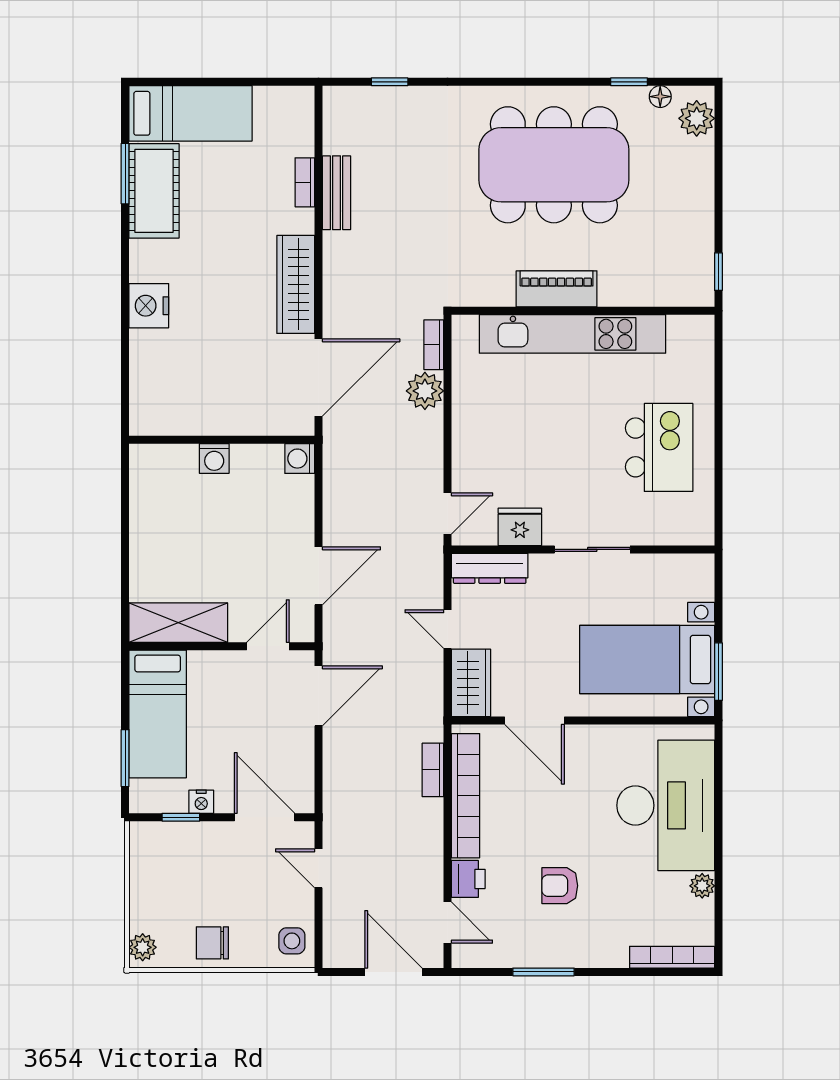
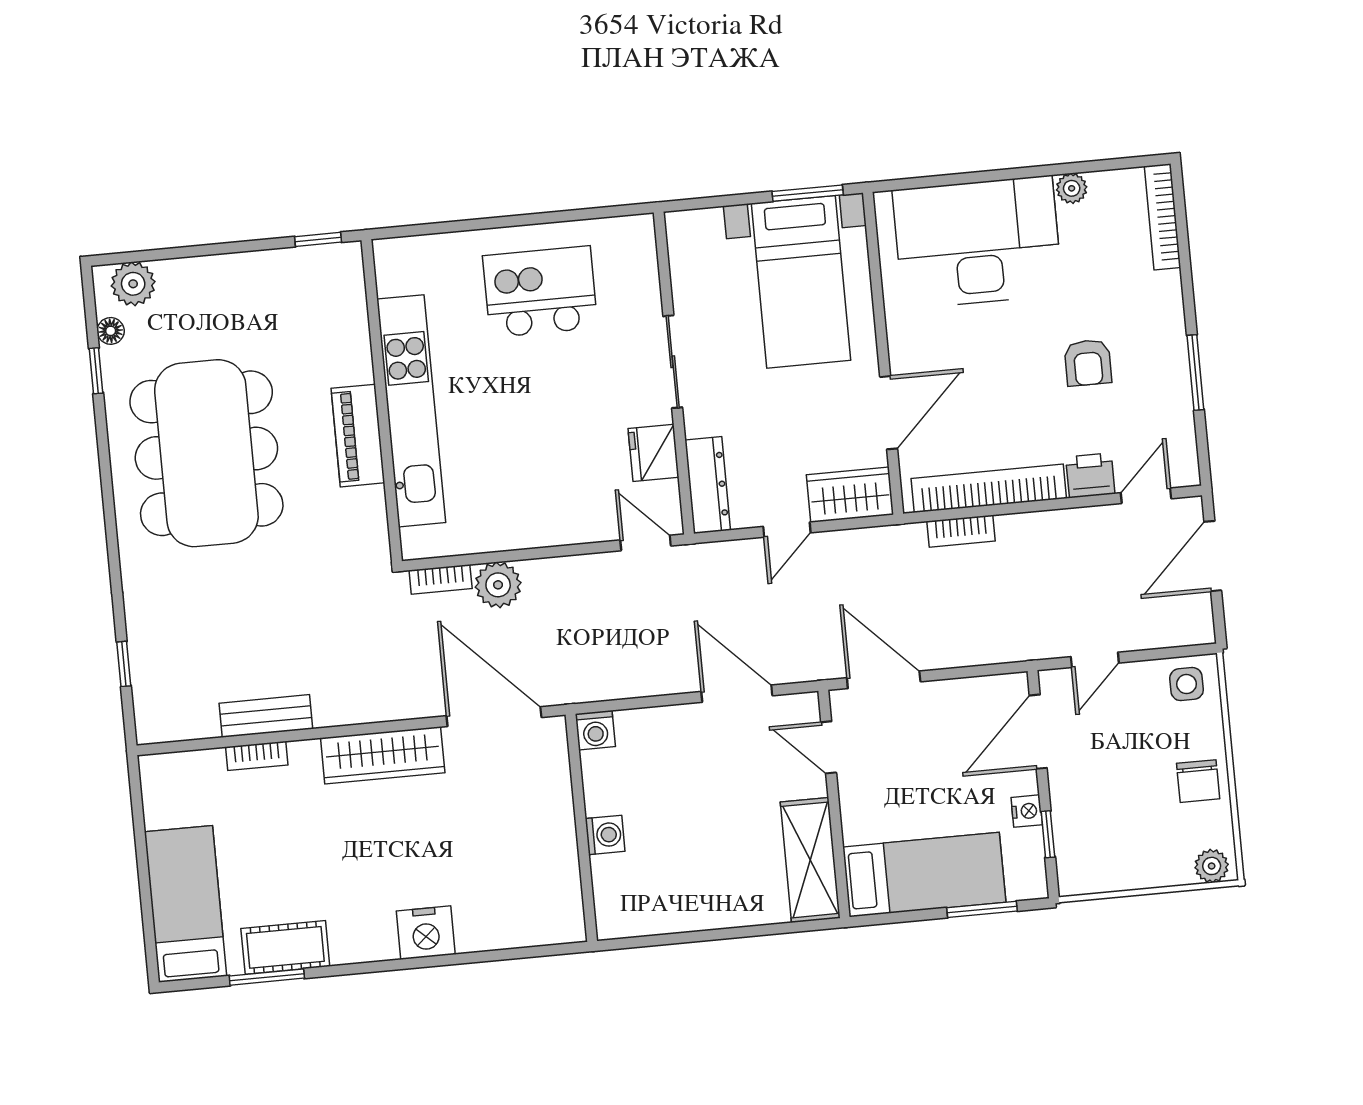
cot: (154, 191) -> (285, 947), width x0.73, depth x0.75

